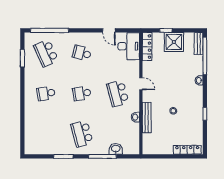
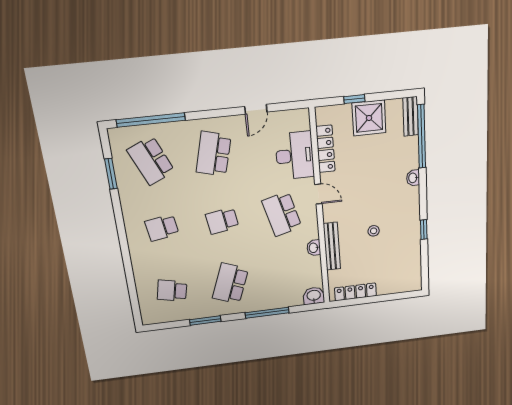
door: (109, 30) -> (256, 109), hinge flipped
desk: (129, 46) -> (295, 156), moved
locker: (147, 47) -> (325, 149), moved
school desk: (82, 53) -> (214, 154), width x1.85
school desk: (46, 134) -> (172, 291), added
school desk: (82, 134) -> (230, 283), turned 36
washbasin: (116, 149) -> (314, 296), moved
locker: (187, 150) -> (355, 292), moved

